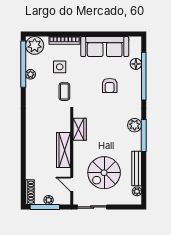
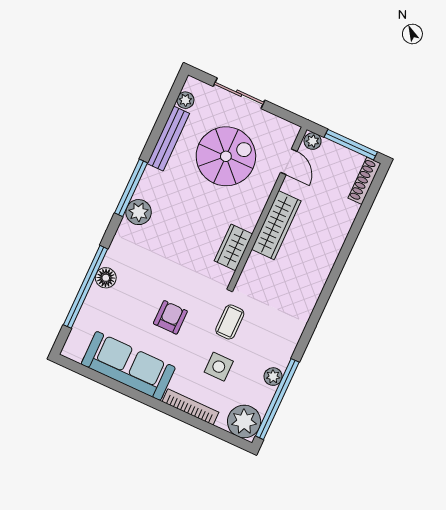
floor lamp: (136, 64) -> (106, 278), moved
armchair: (110, 85) -> (170, 317), moved
plant: (49, 200) -> (313, 141), moved
sliding door: (92, 207) -> (239, 93), moved

